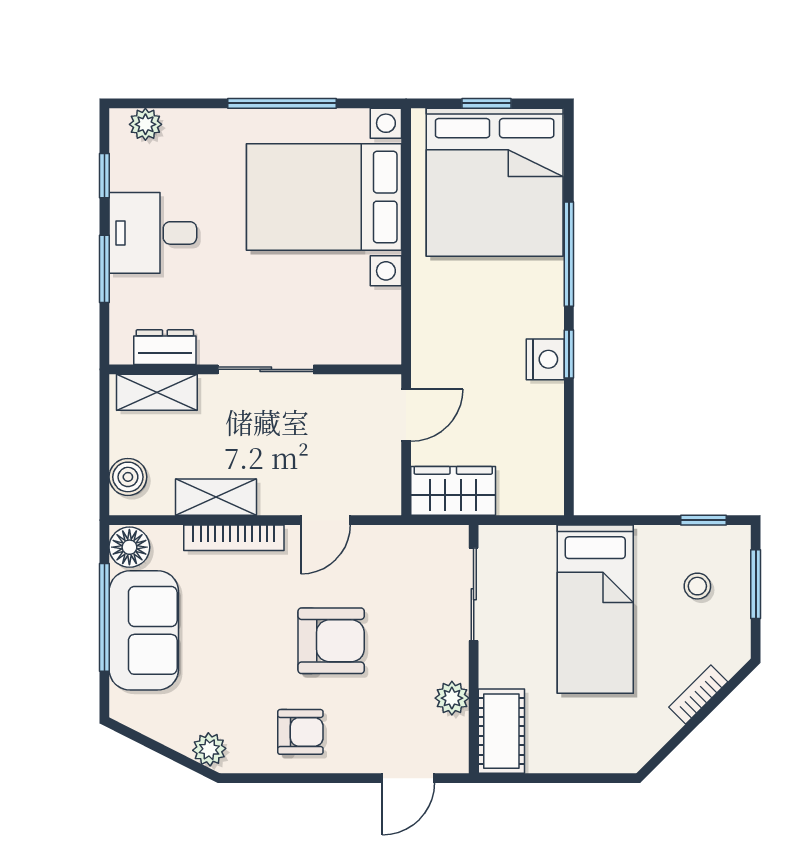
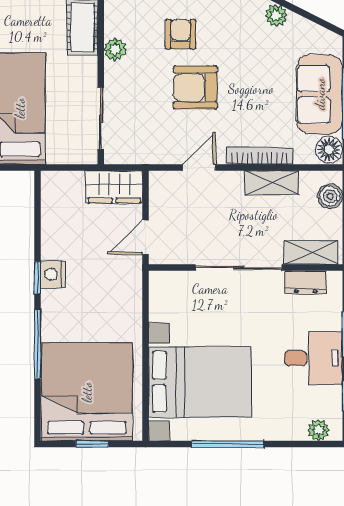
sliding door: (266, 369) -> (239, 268), width x1.37
armchair: (300, 732) -> (181, 34), moved, turned 90

